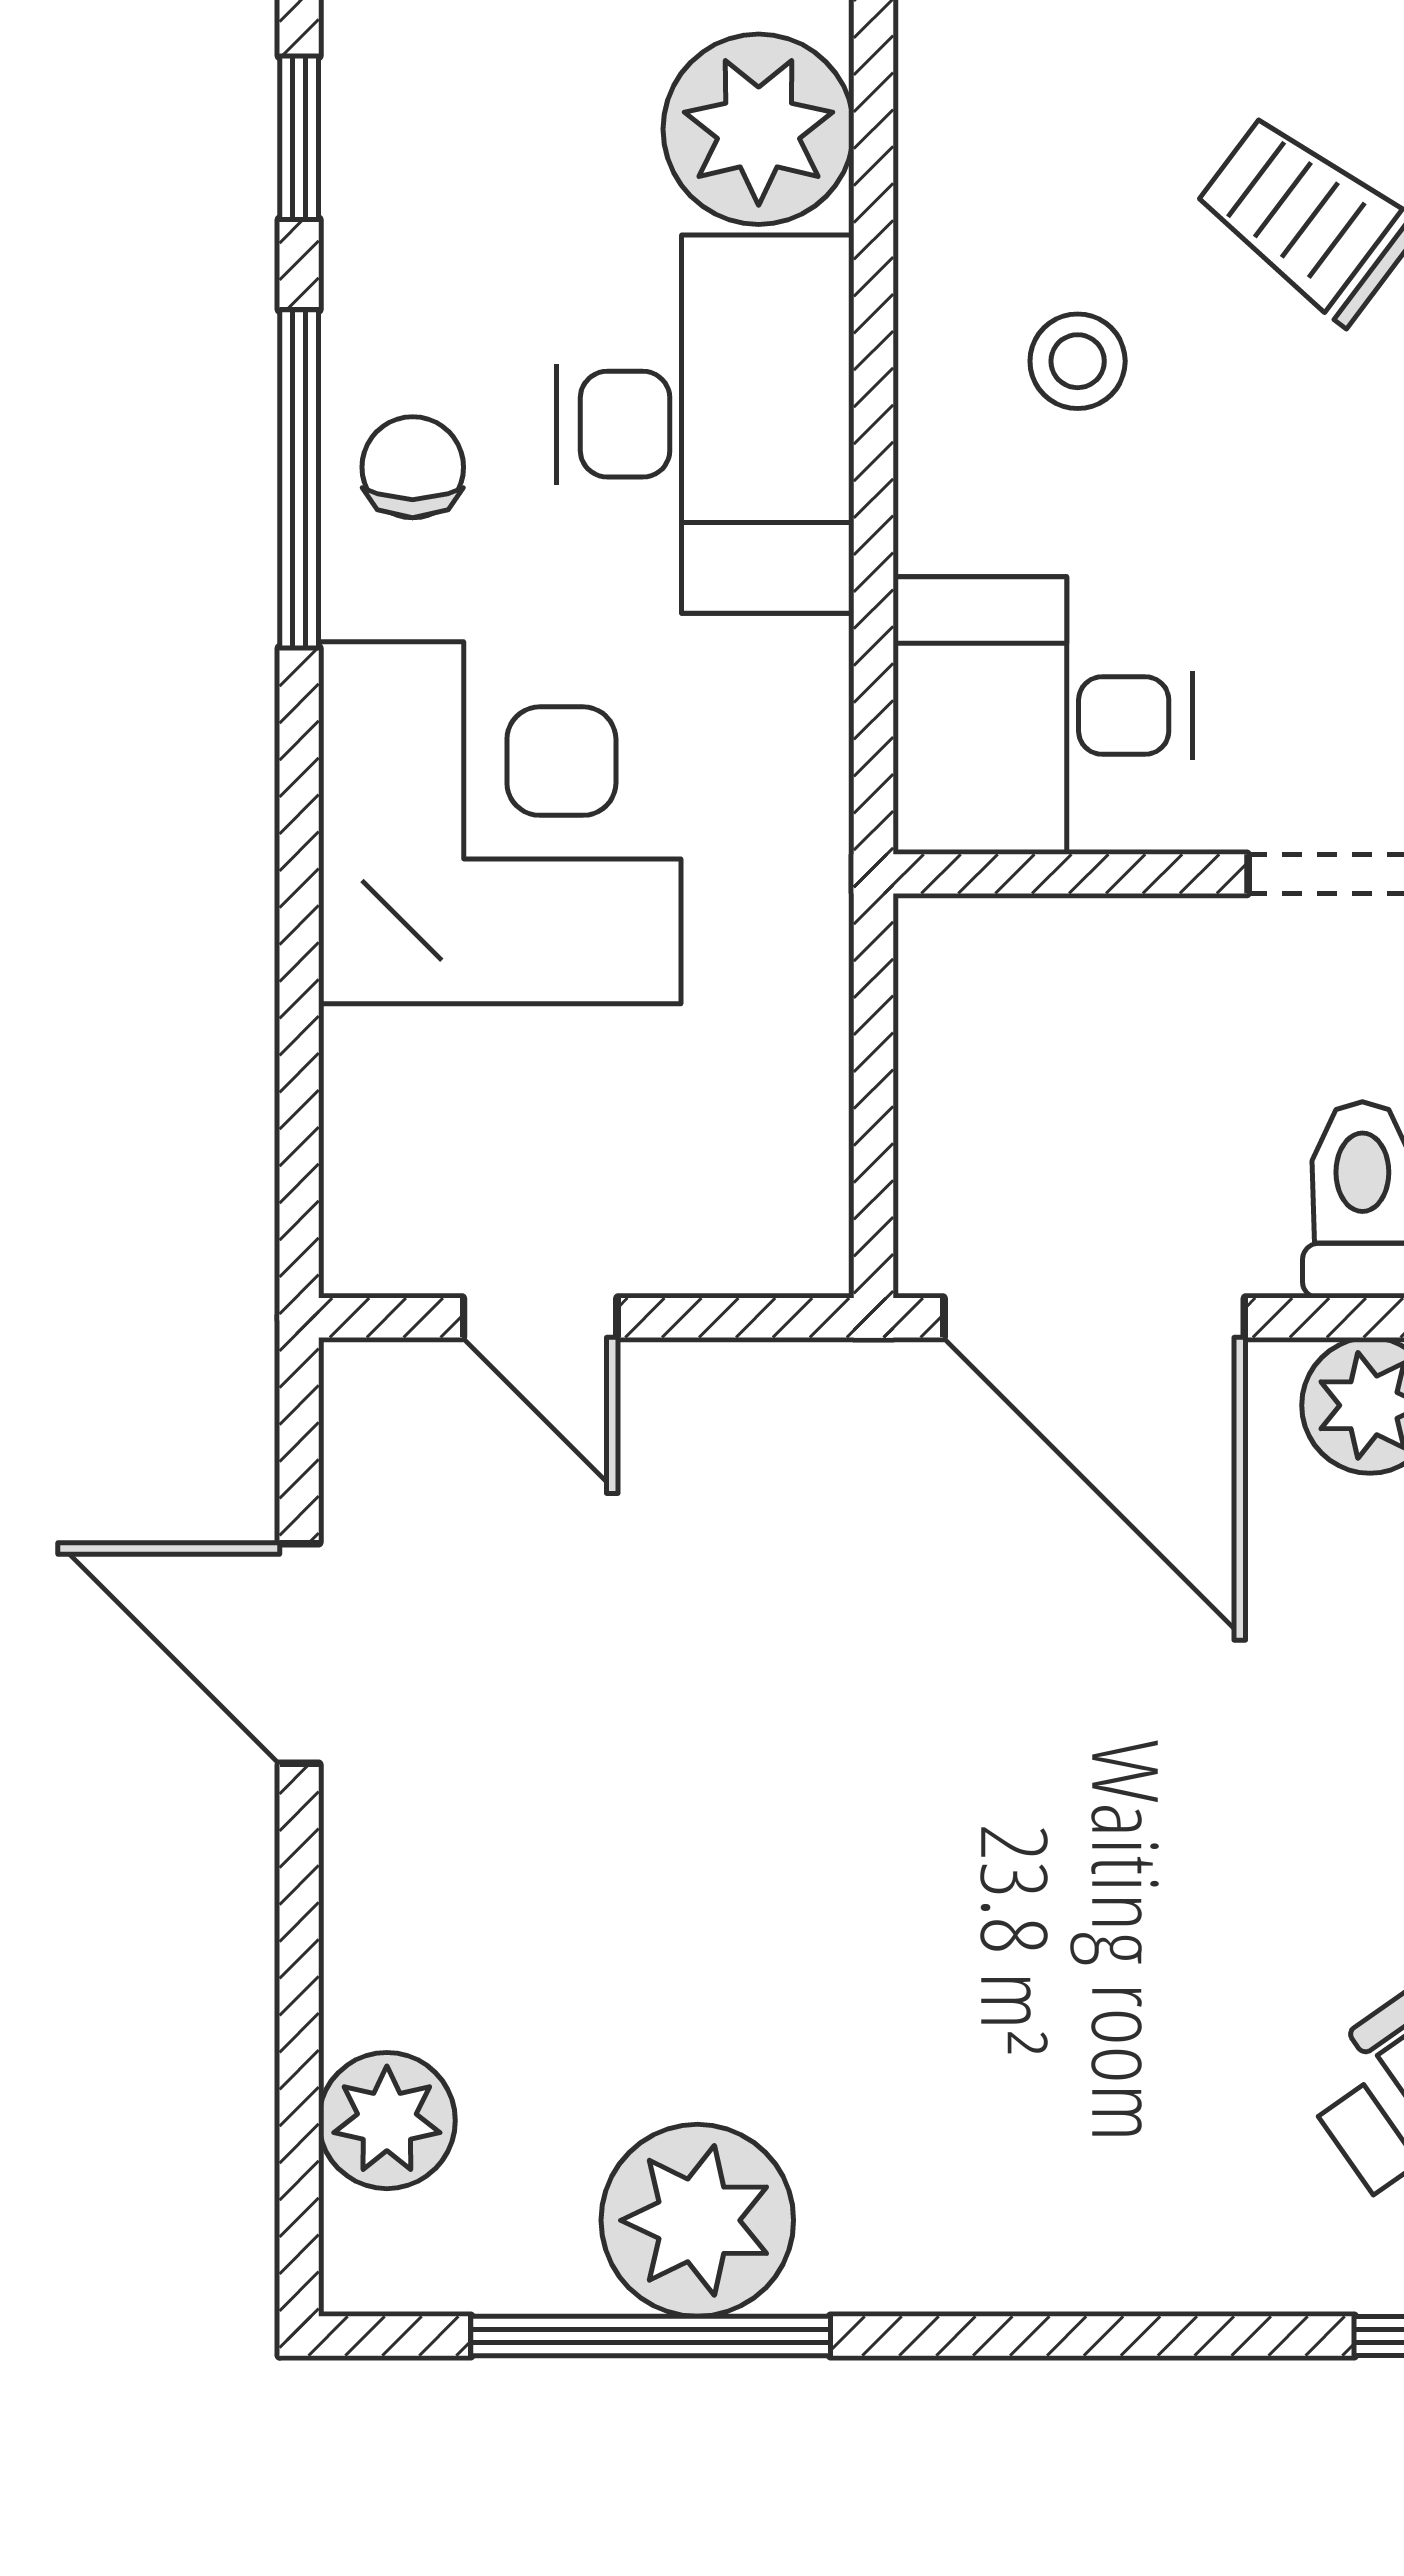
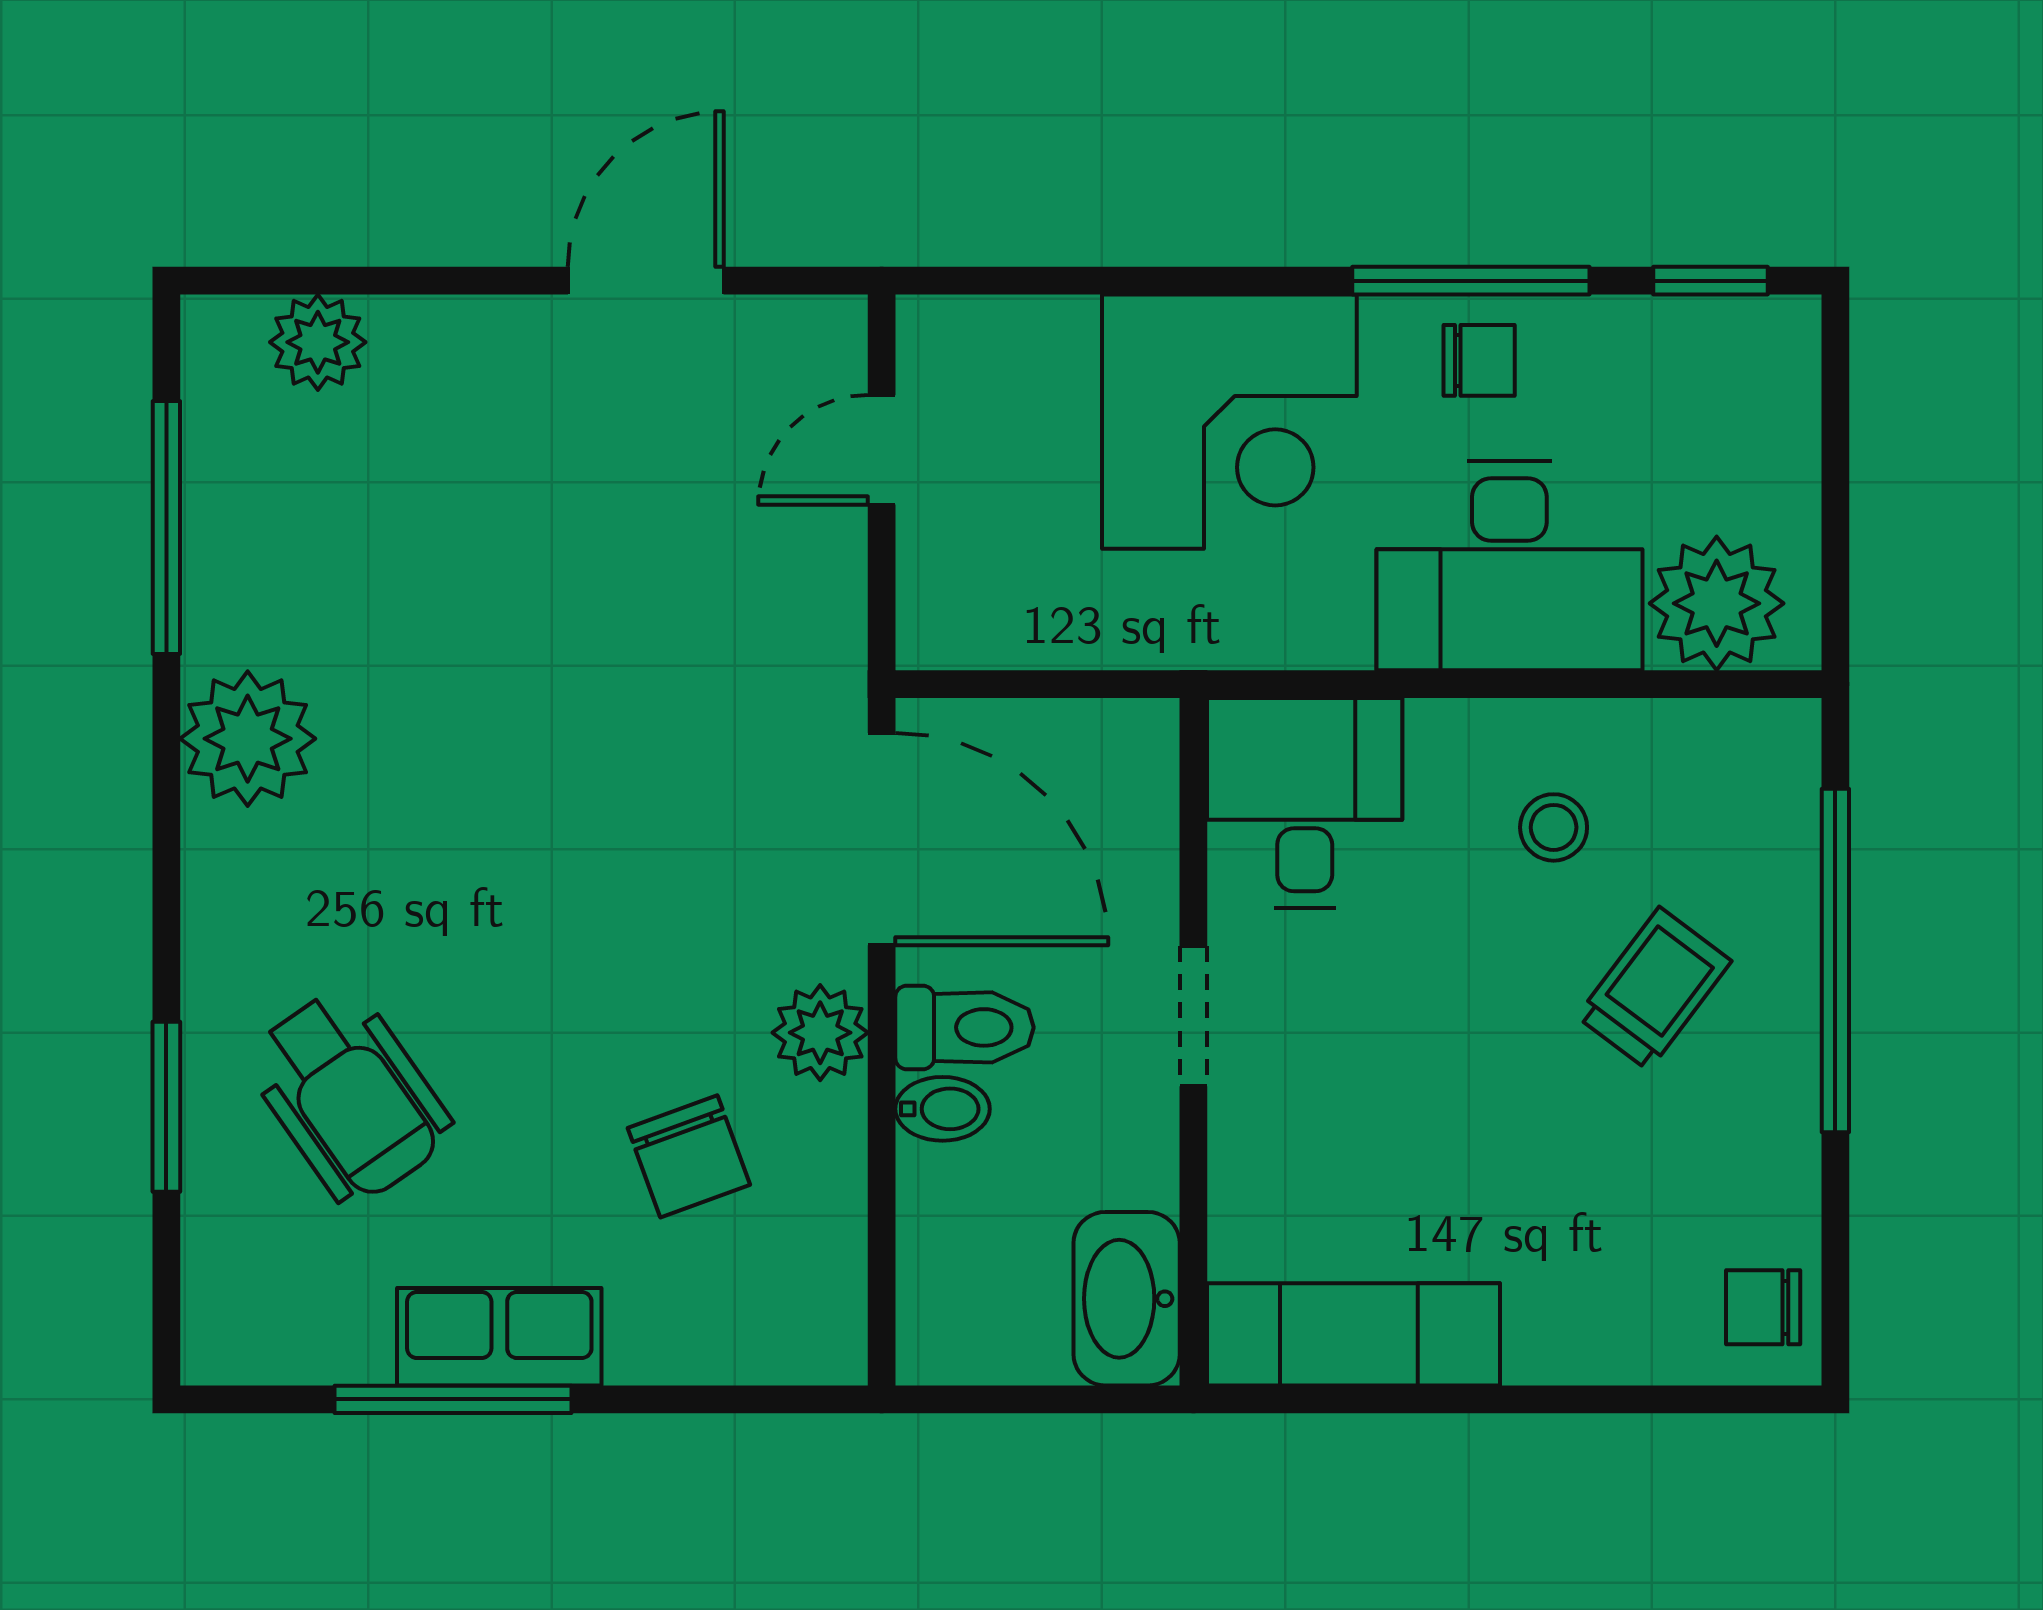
door: (1094, 1318) -> (882, 839), swing flipped
plant: (697, 2220) -> (248, 739), moved

